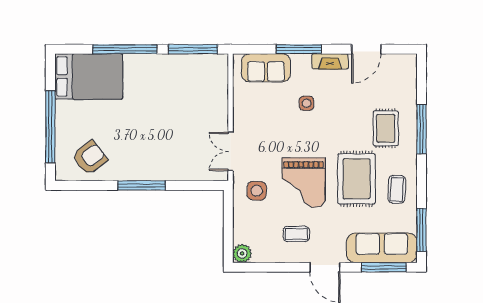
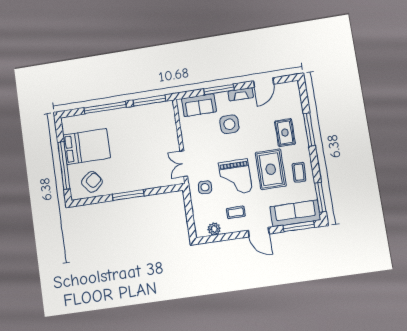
bed: (89, 76) -> (87, 146), moved
side table: (307, 103) -> (229, 124), width x1.87, depth x1.87
plant: (242, 253) -> (214, 229), moved

